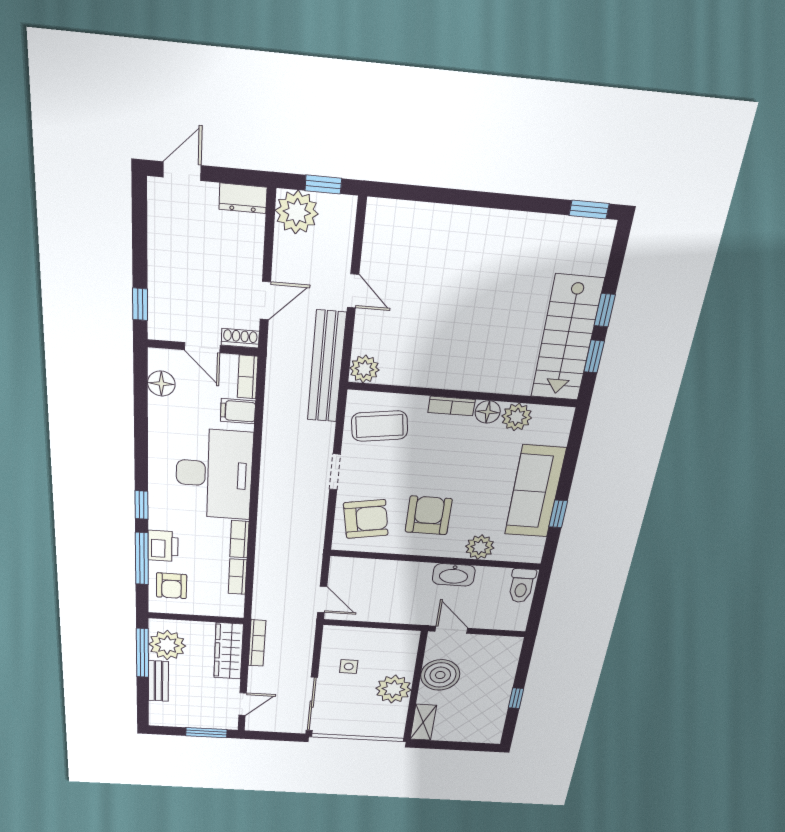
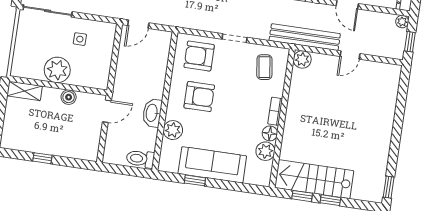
plant: (297, 212) -> (402, 22), width x0.53, depth x0.53
coffee table: (380, 426) -> (264, 67), width x0.73, depth x0.77
armchair: (366, 519) -> (199, 56), turned 100
boiler: (440, 675) -> (69, 97), width x0.54, depth x0.54

